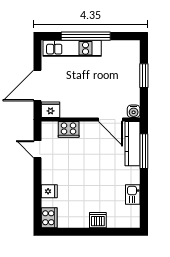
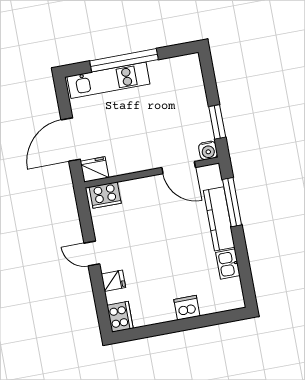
window: (144, 76) -> (217, 122), moved
cooker: (69, 129) -> (105, 195), moved
kitchen counter: (132, 144) -> (219, 219), moved
door: (38, 149) -> (92, 254), moved

